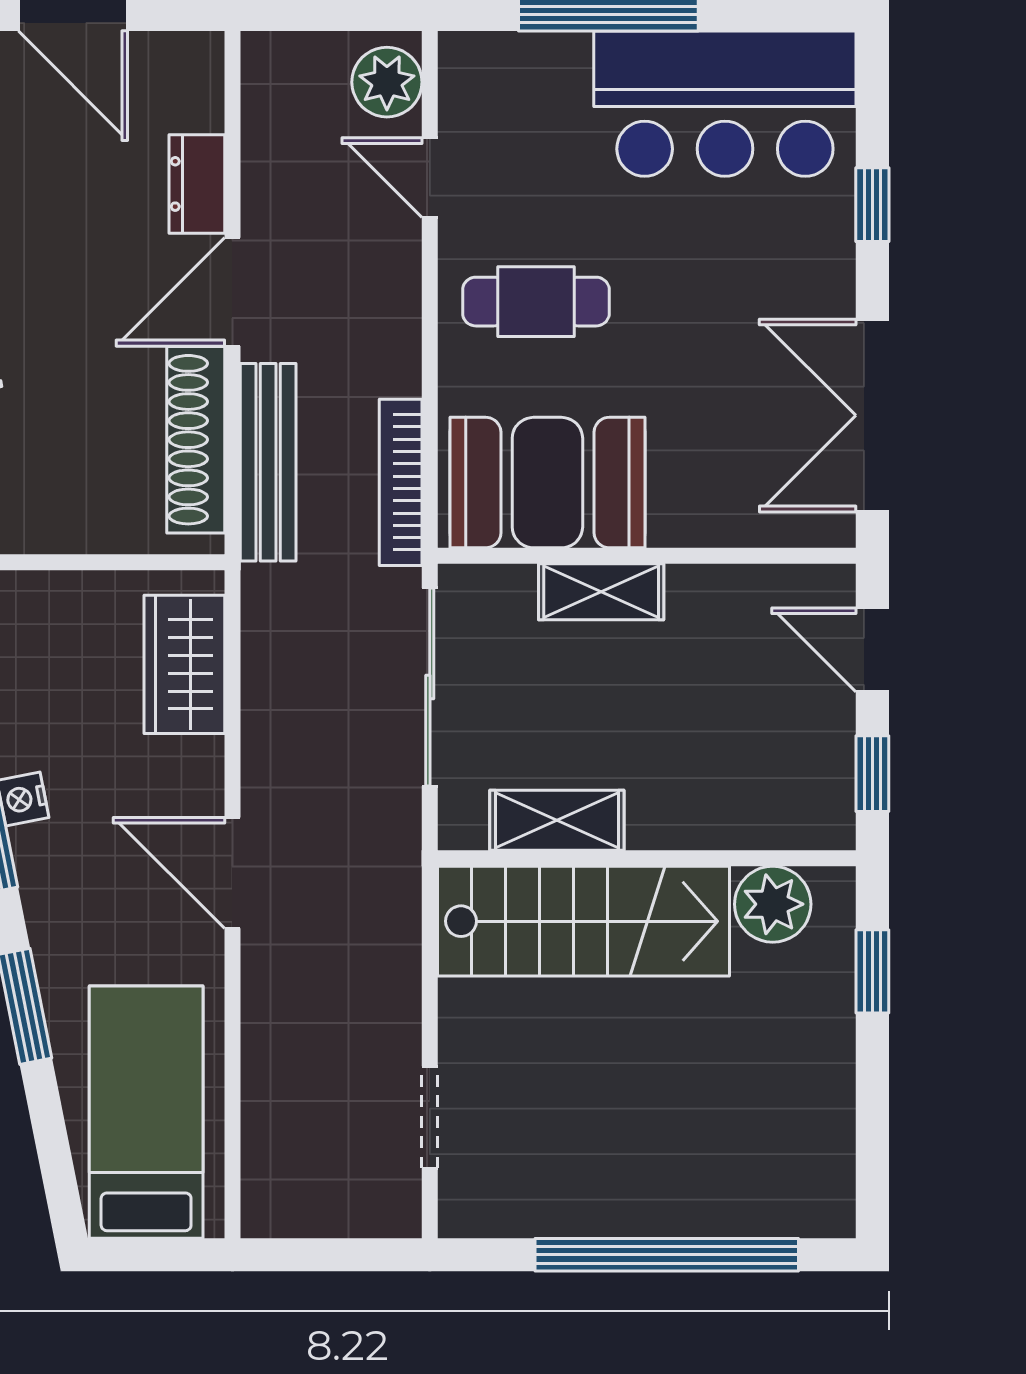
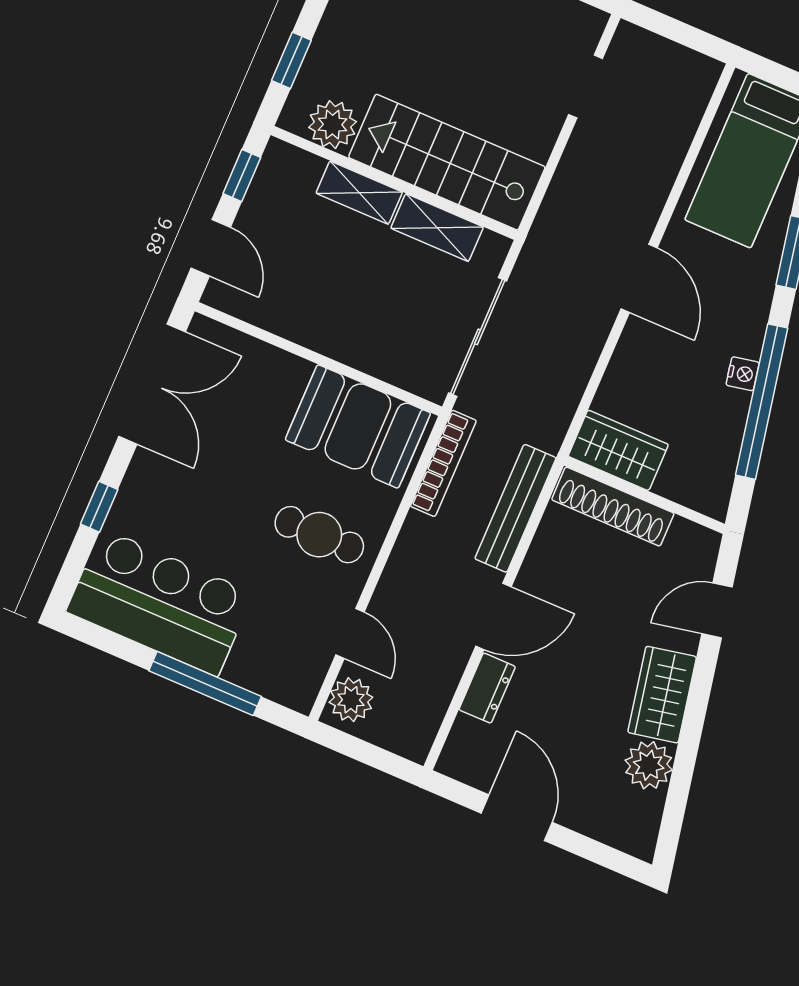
shoe rack: (196, 440) -> (613, 507), moved, turned 90
shelving: (601, 592) -> (359, 193), moved
wardrobe: (184, 664) -> (618, 450), moved, turned -90

